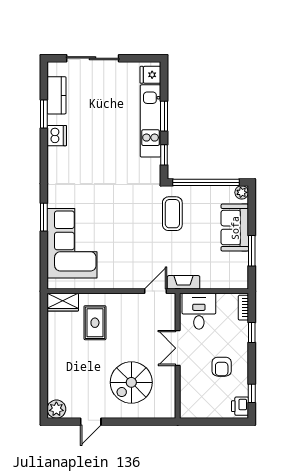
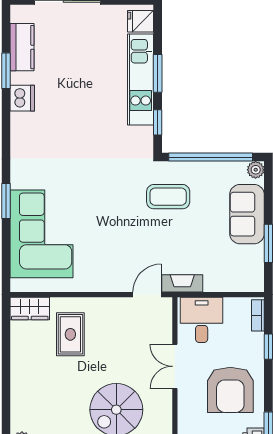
coffee table: (172, 214) -> (168, 197), turned 90
armchair: (222, 367) -> (230, 390), width x1.88, depth x1.88

